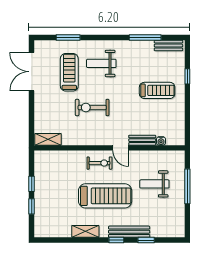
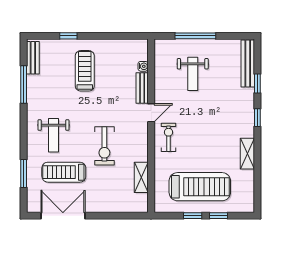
double door: (32, 72) -> (63, 216), swing flipped
shelving: (48, 139) -> (141, 177), moved
treadmill: (105, 196) -> (200, 187), moved, turned 90
bench: (129, 232) -> (248, 64), moved

